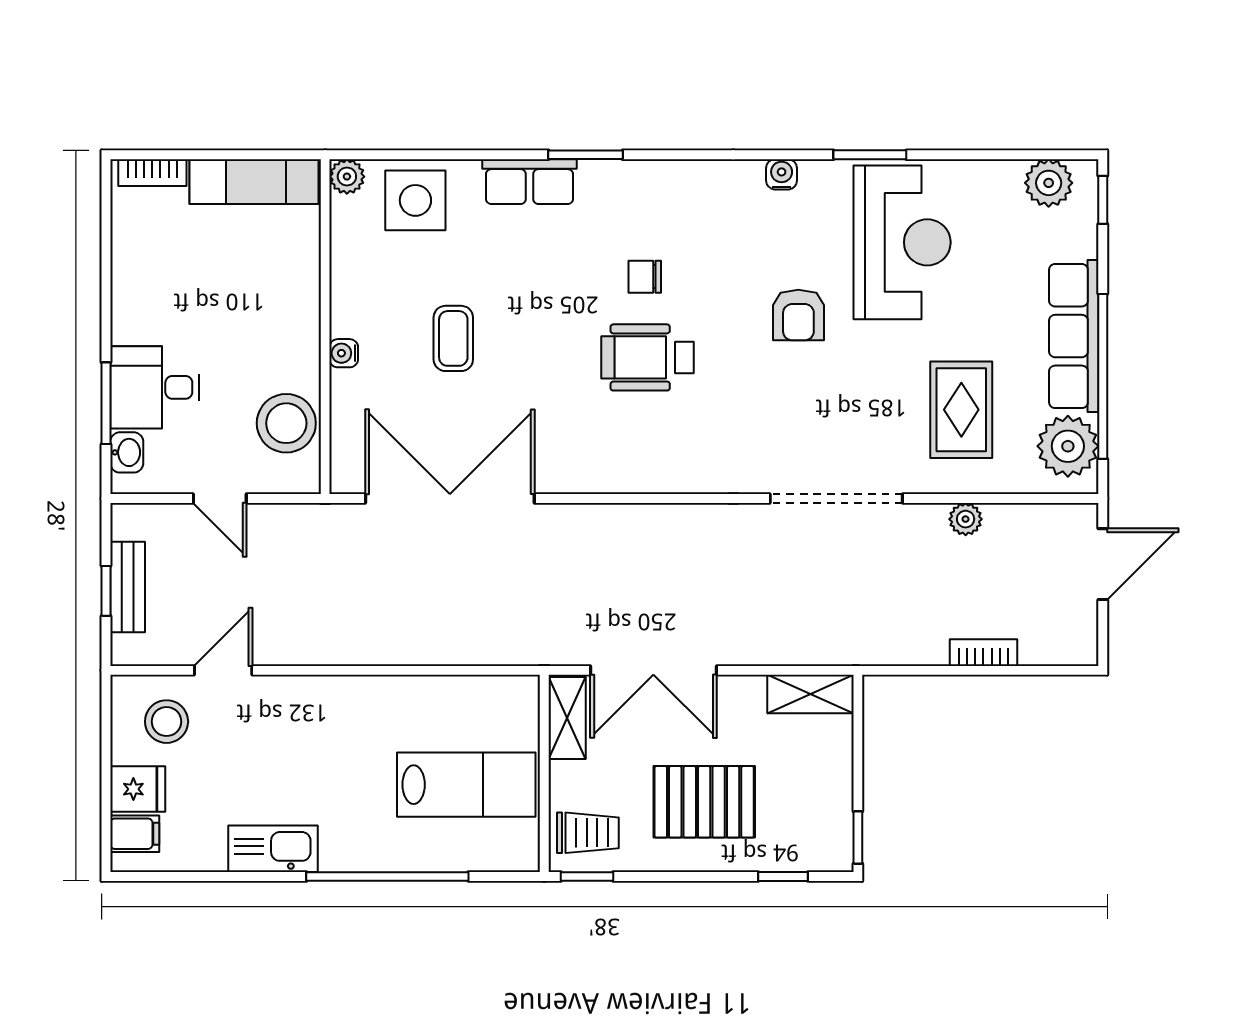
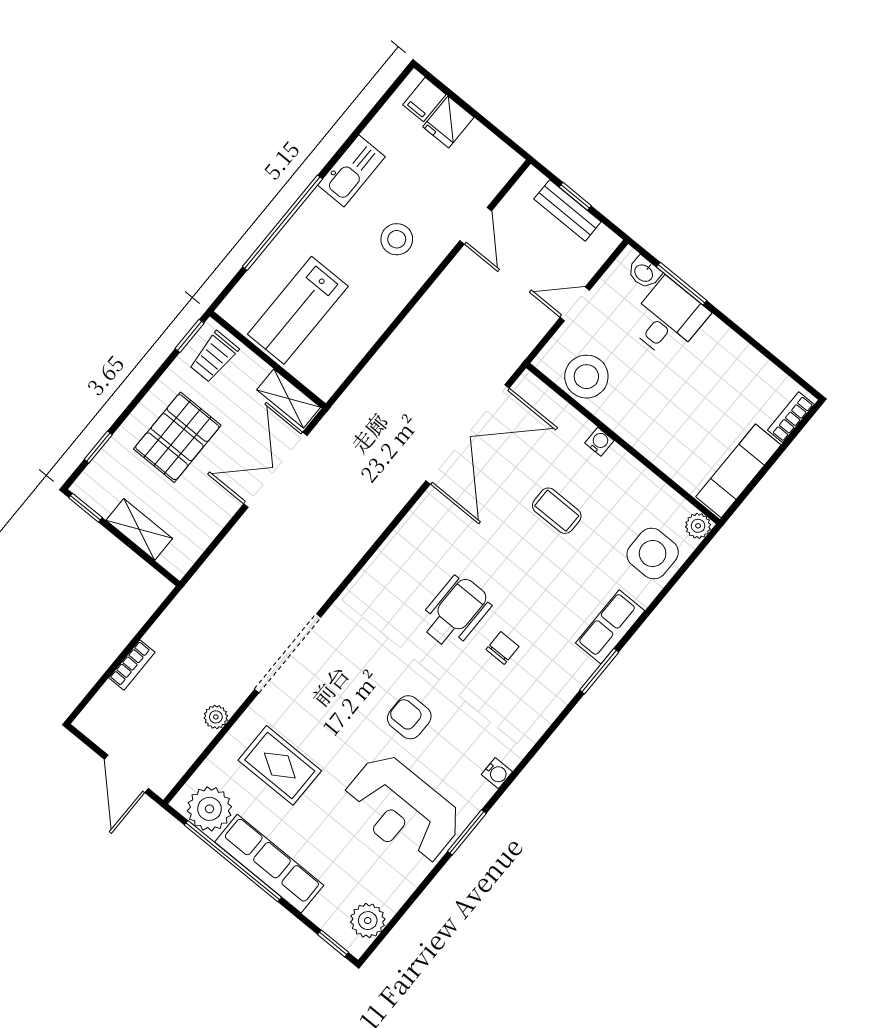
shelving: (811, 694) -> (139, 529), moved, turned 90
stool: (167, 722) -> (397, 239), moved

